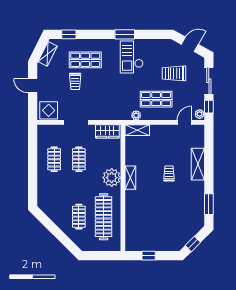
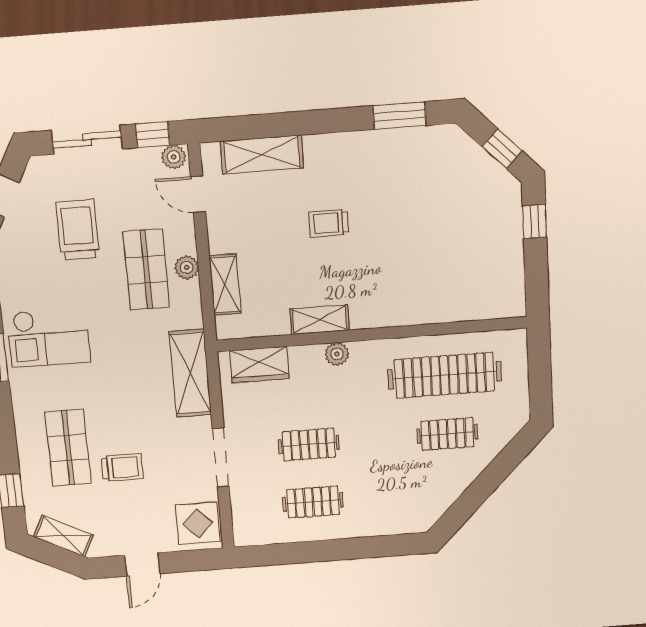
trolley: (174, 73) -> (78, 230), turned 180
shelving: (113, 113) -> (190, 373), added
plant: (136, 115) -> (187, 267), moved
shelving: (137, 130) -> (225, 285), moved
wardrobe: (107, 131) -> (259, 365), moved, turned 90
shelving: (198, 164) -> (262, 155), moved
plant: (112, 178) -> (337, 354), width x0.53, depth x0.53
shelving: (130, 178) -> (320, 320), moved
window: (149, 256) -> (535, 222), moved

